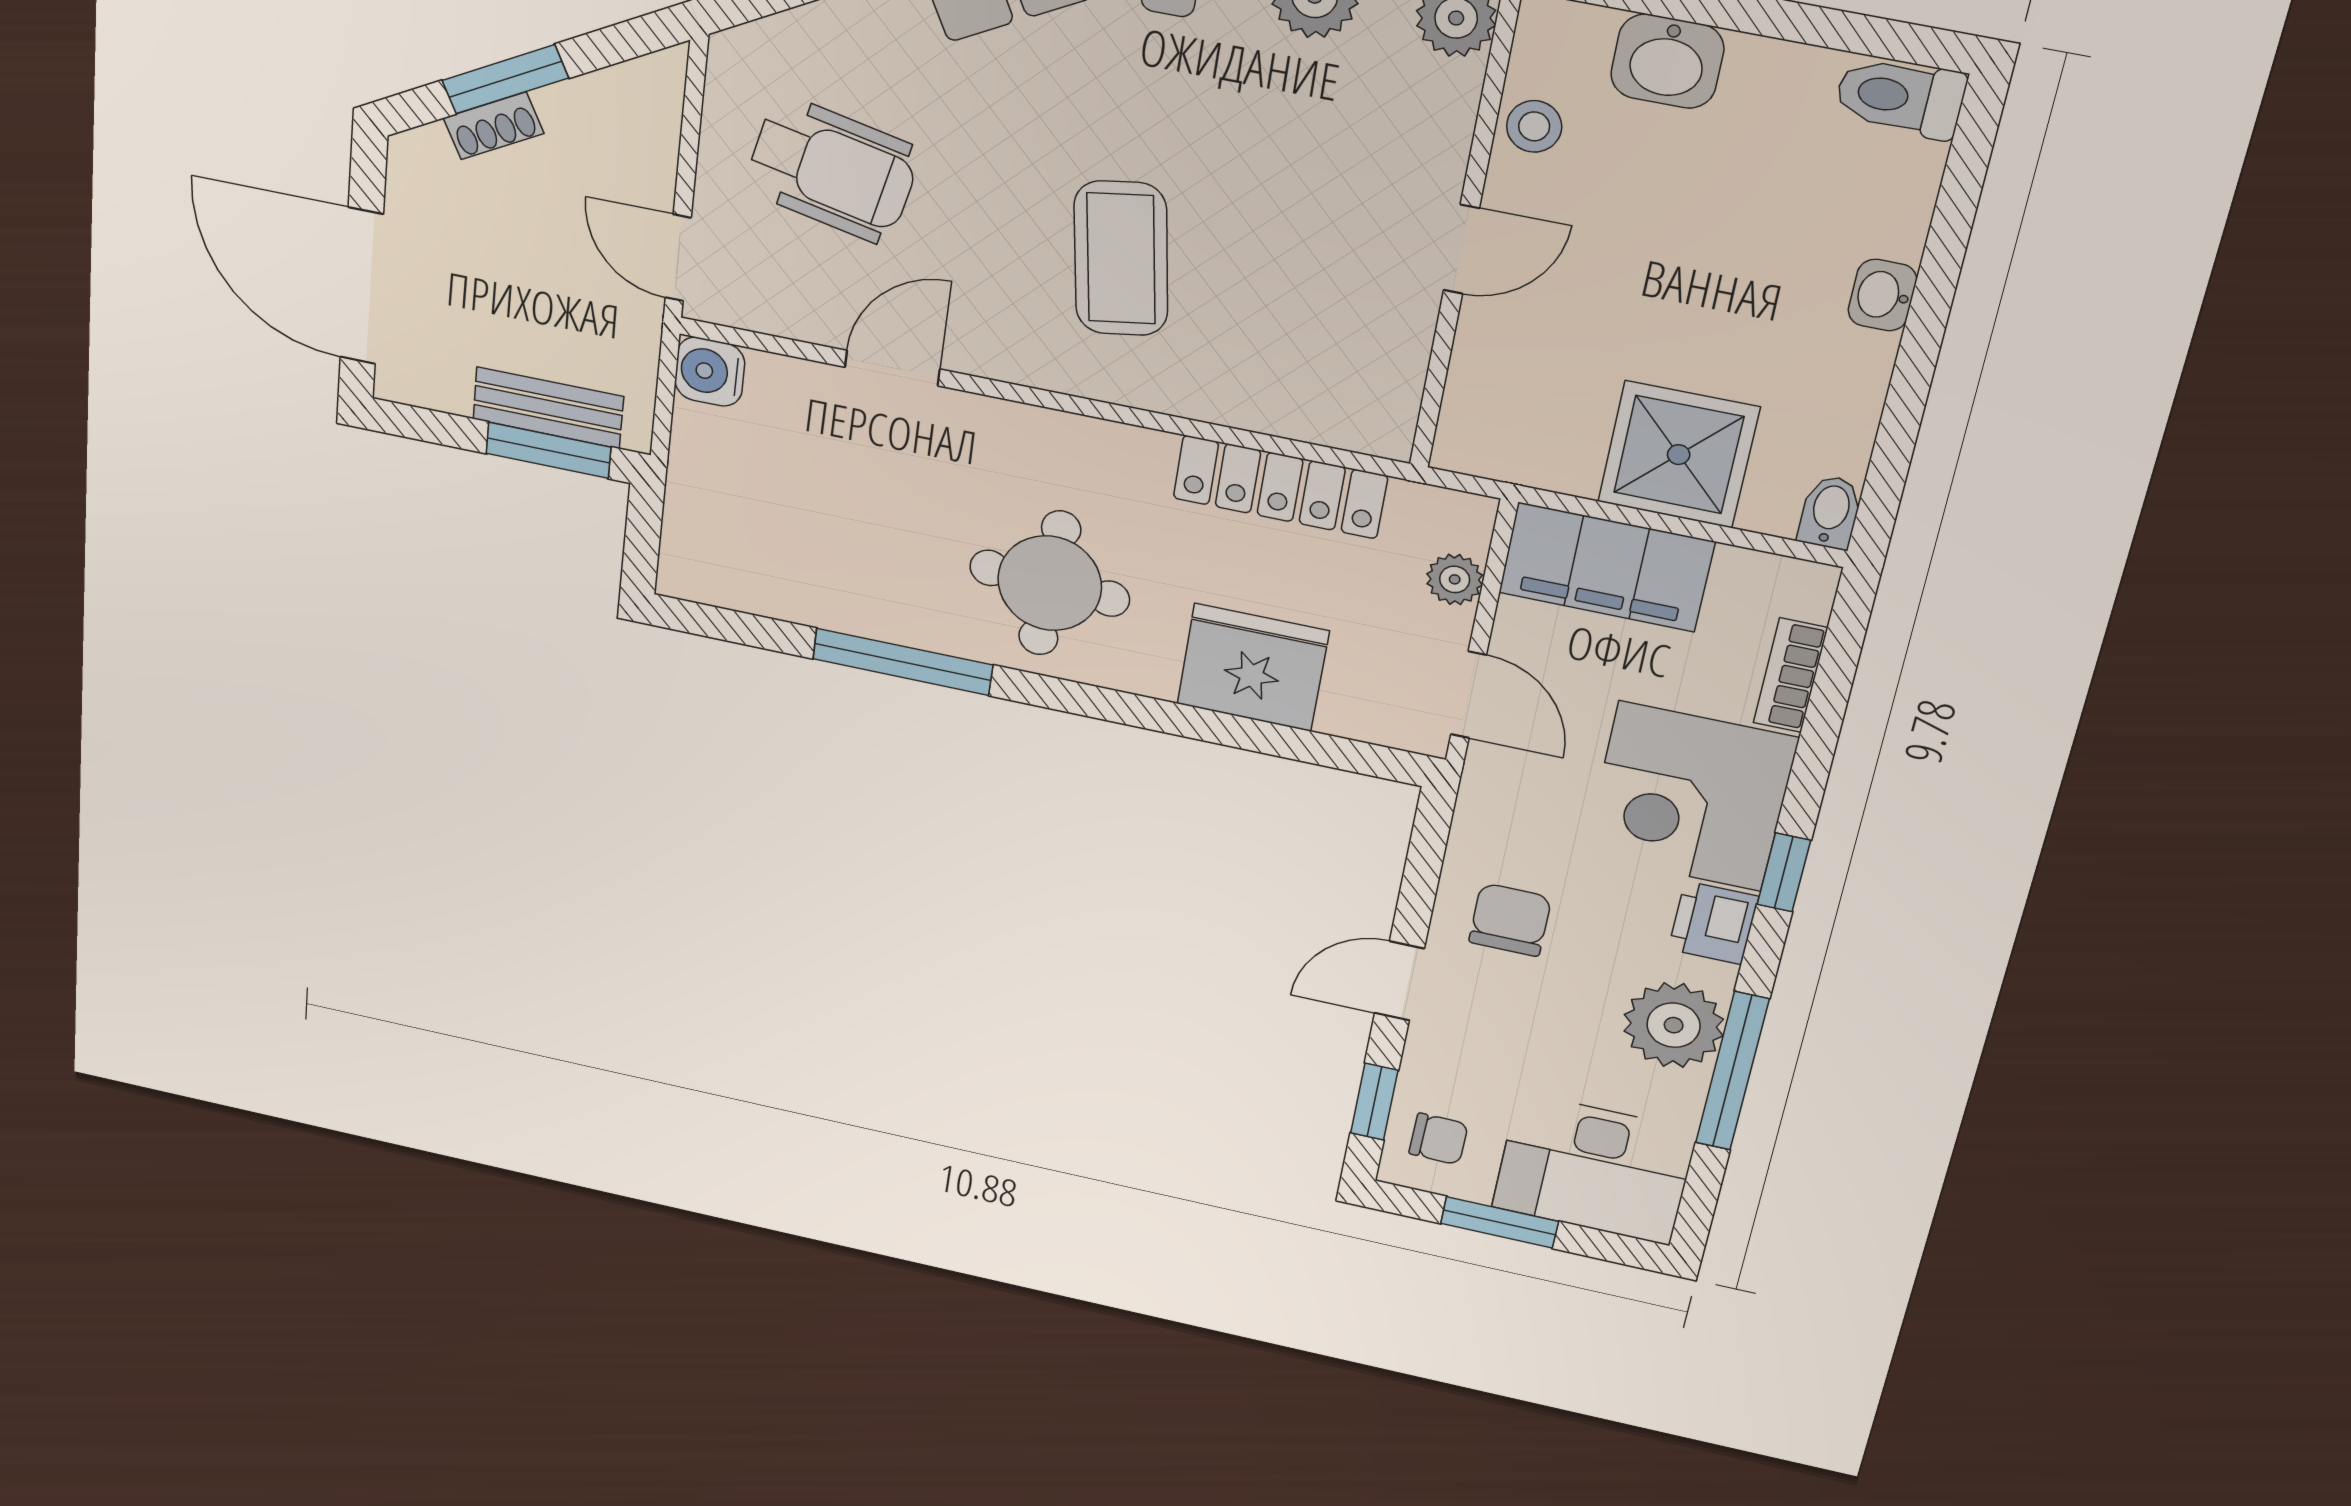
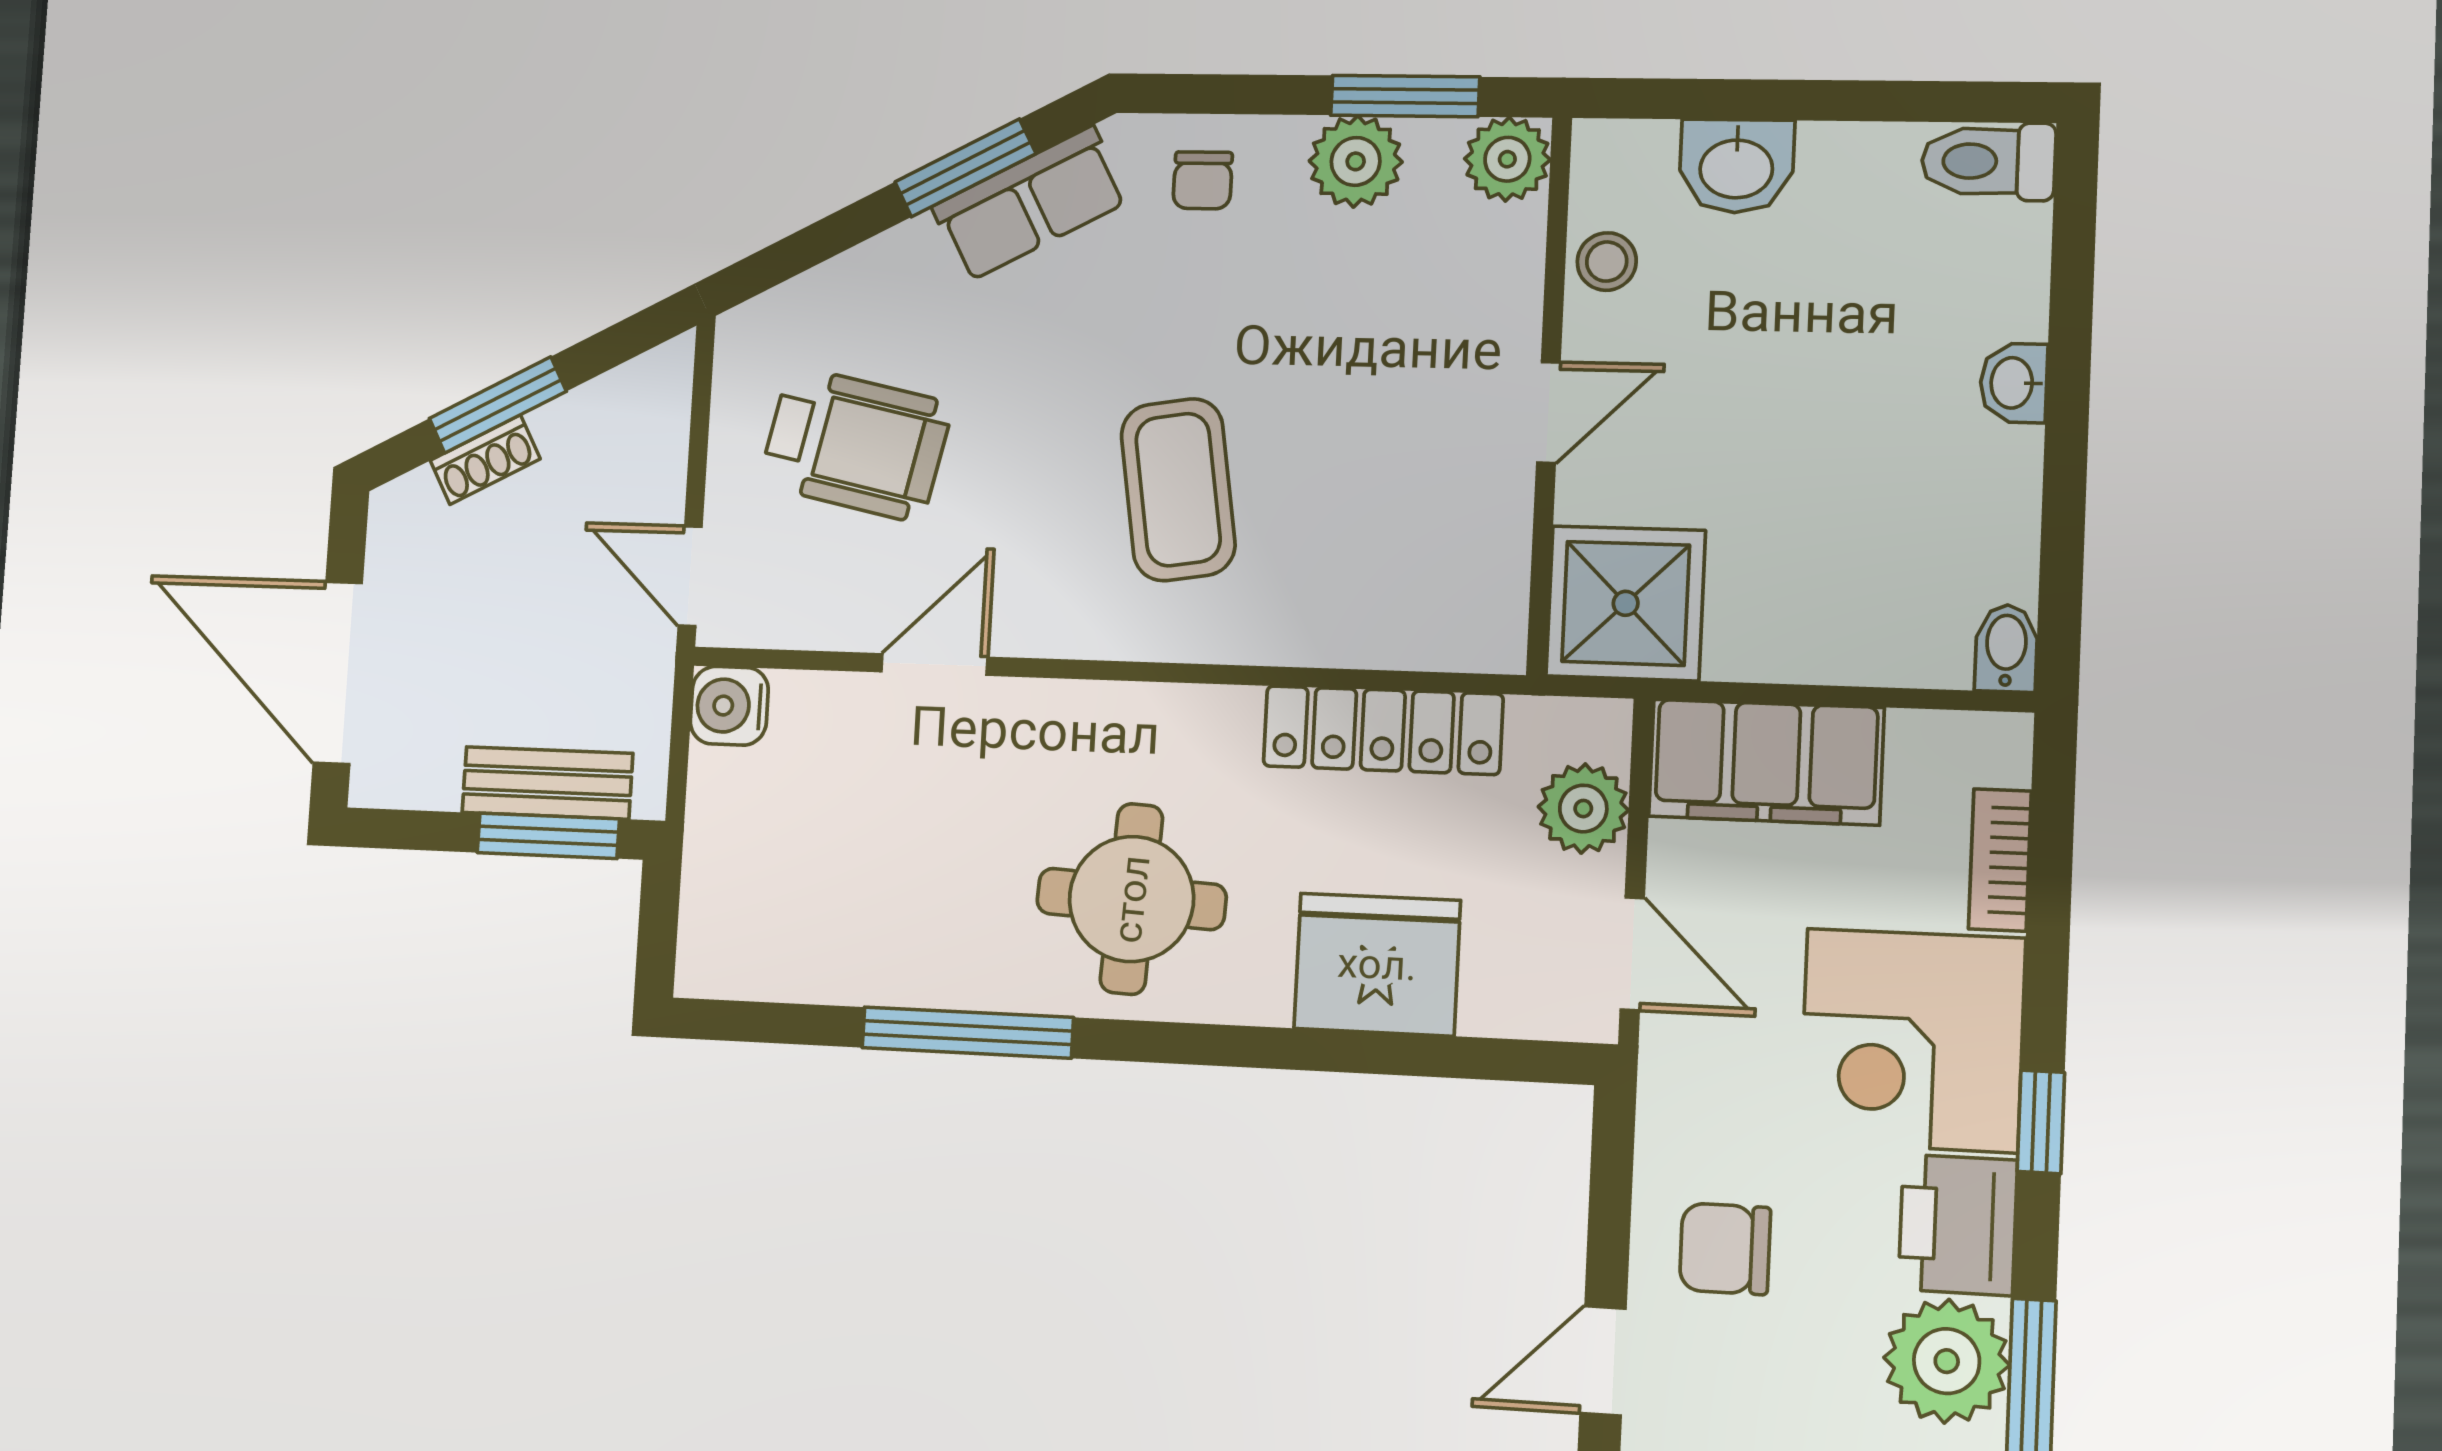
shower: (1679, 455) -> (1626, 603), moved
plant: (1455, 579) -> (1583, 808), width x1.38, depth x1.38
chair: (1510, 920) -> (1725, 1249), turned -90
printer: (1713, 923) -> (1958, 1225), width x1.36, depth x1.24

